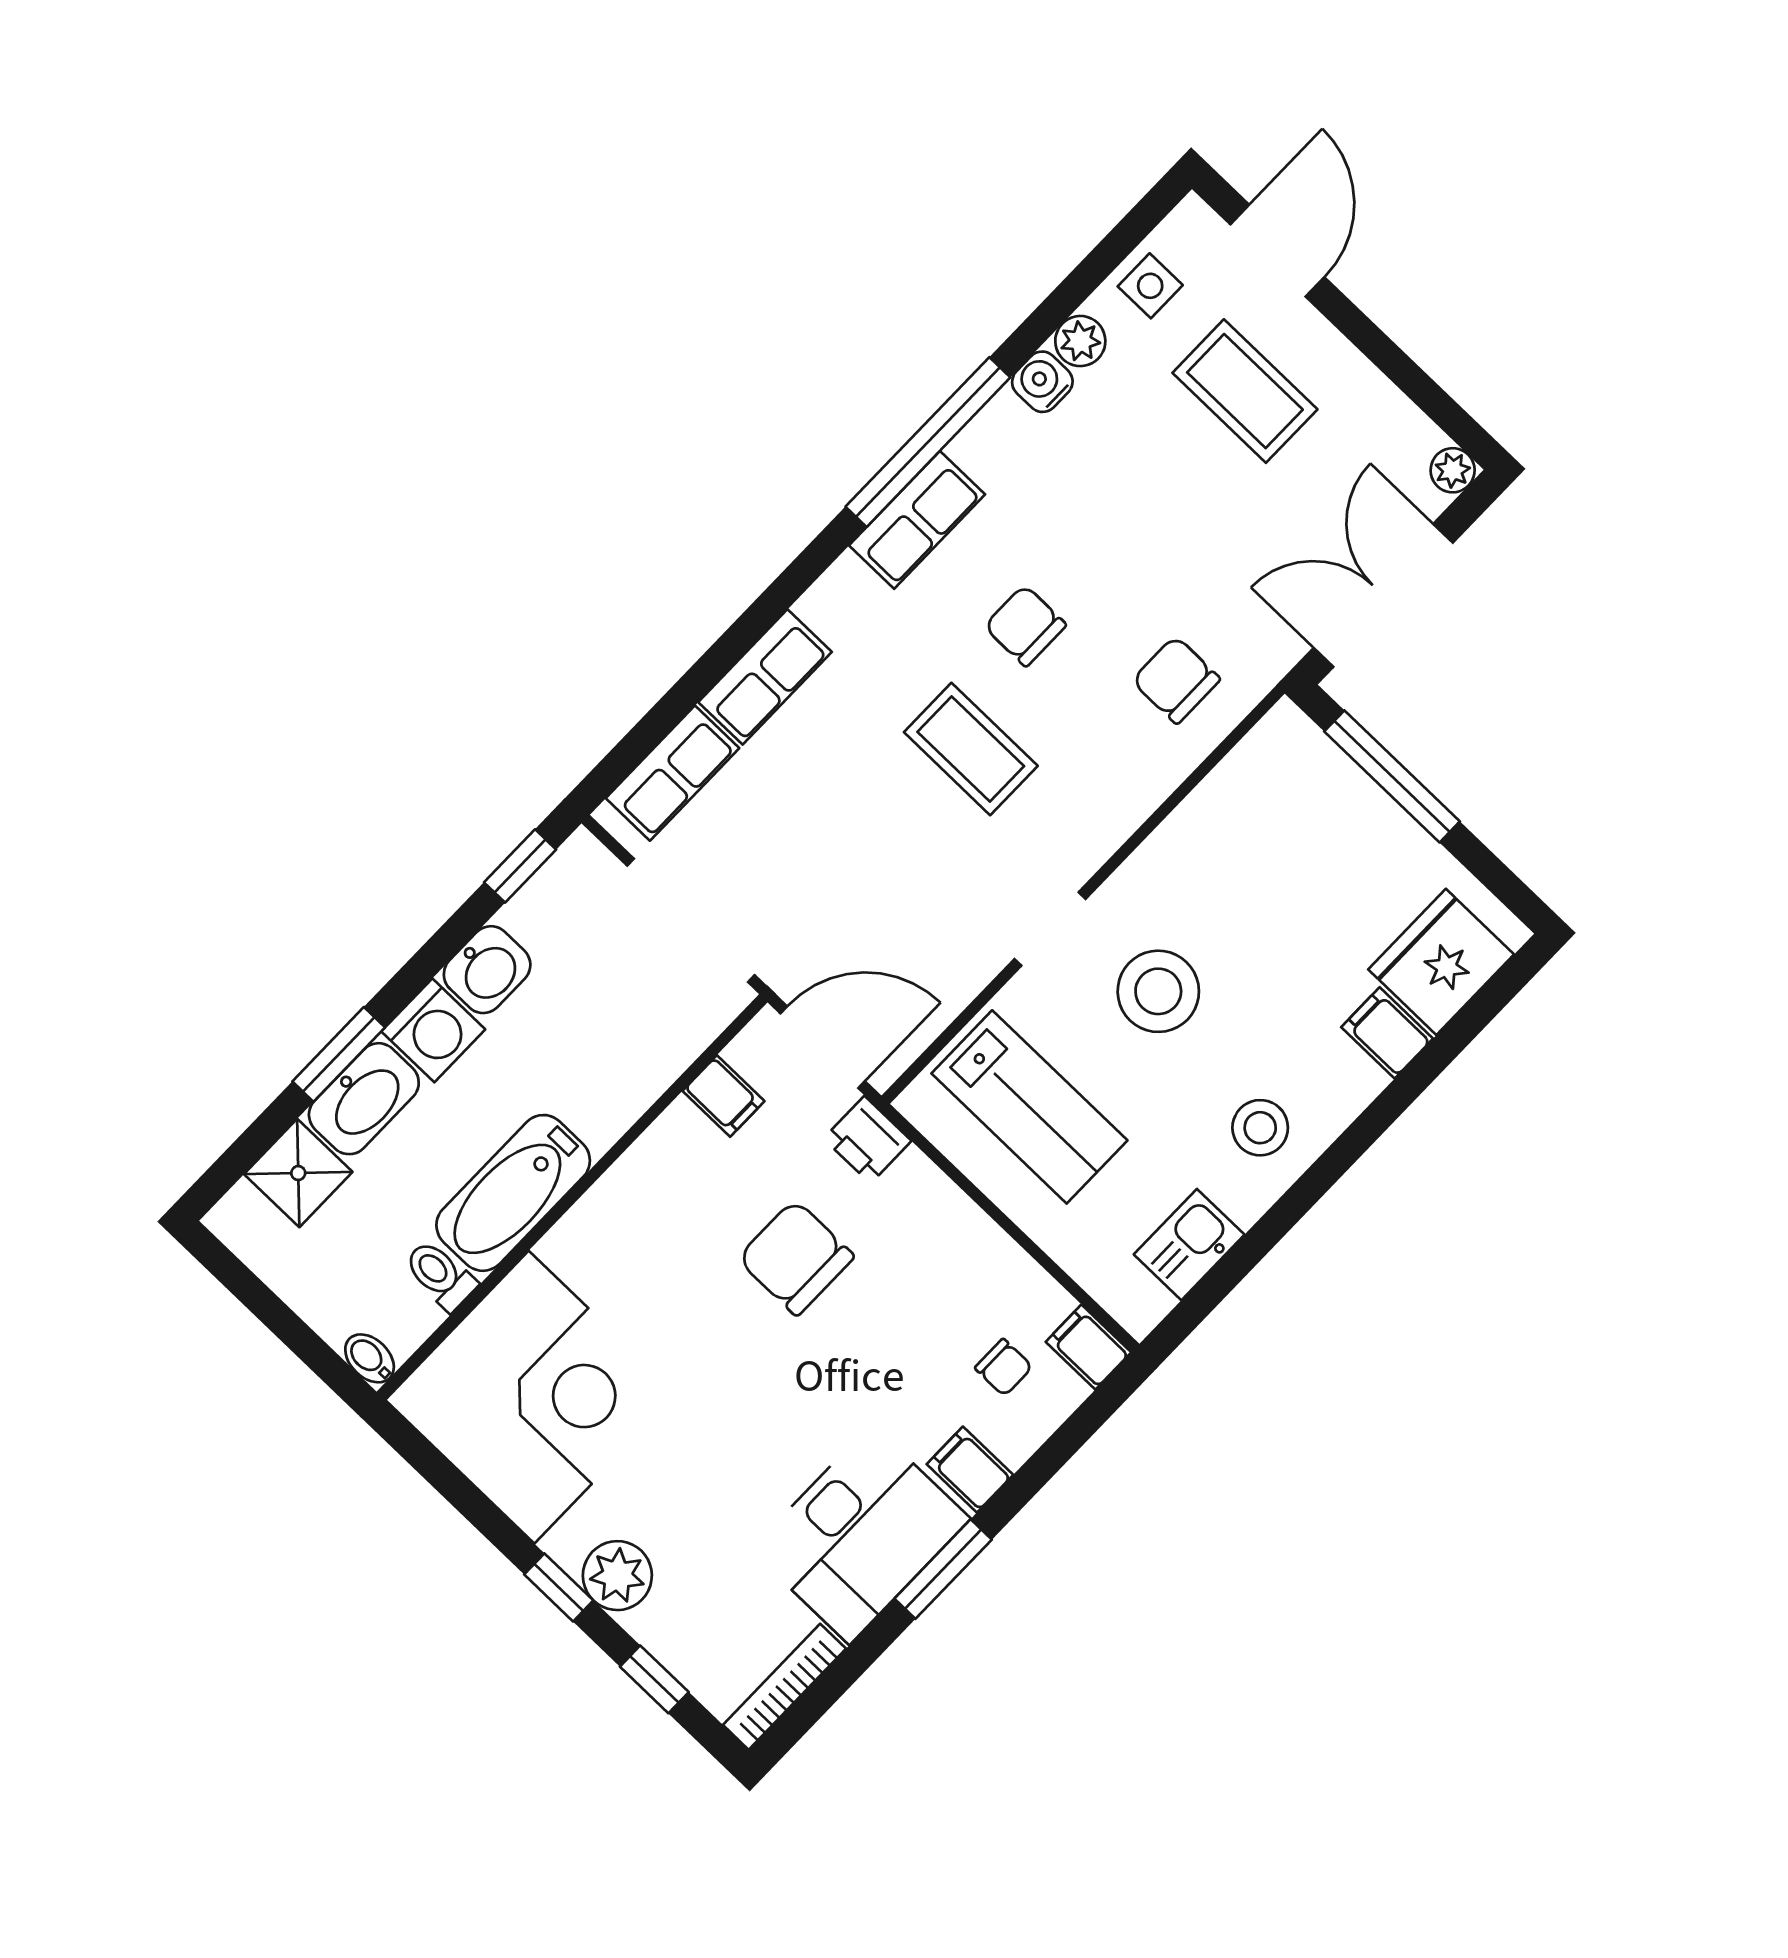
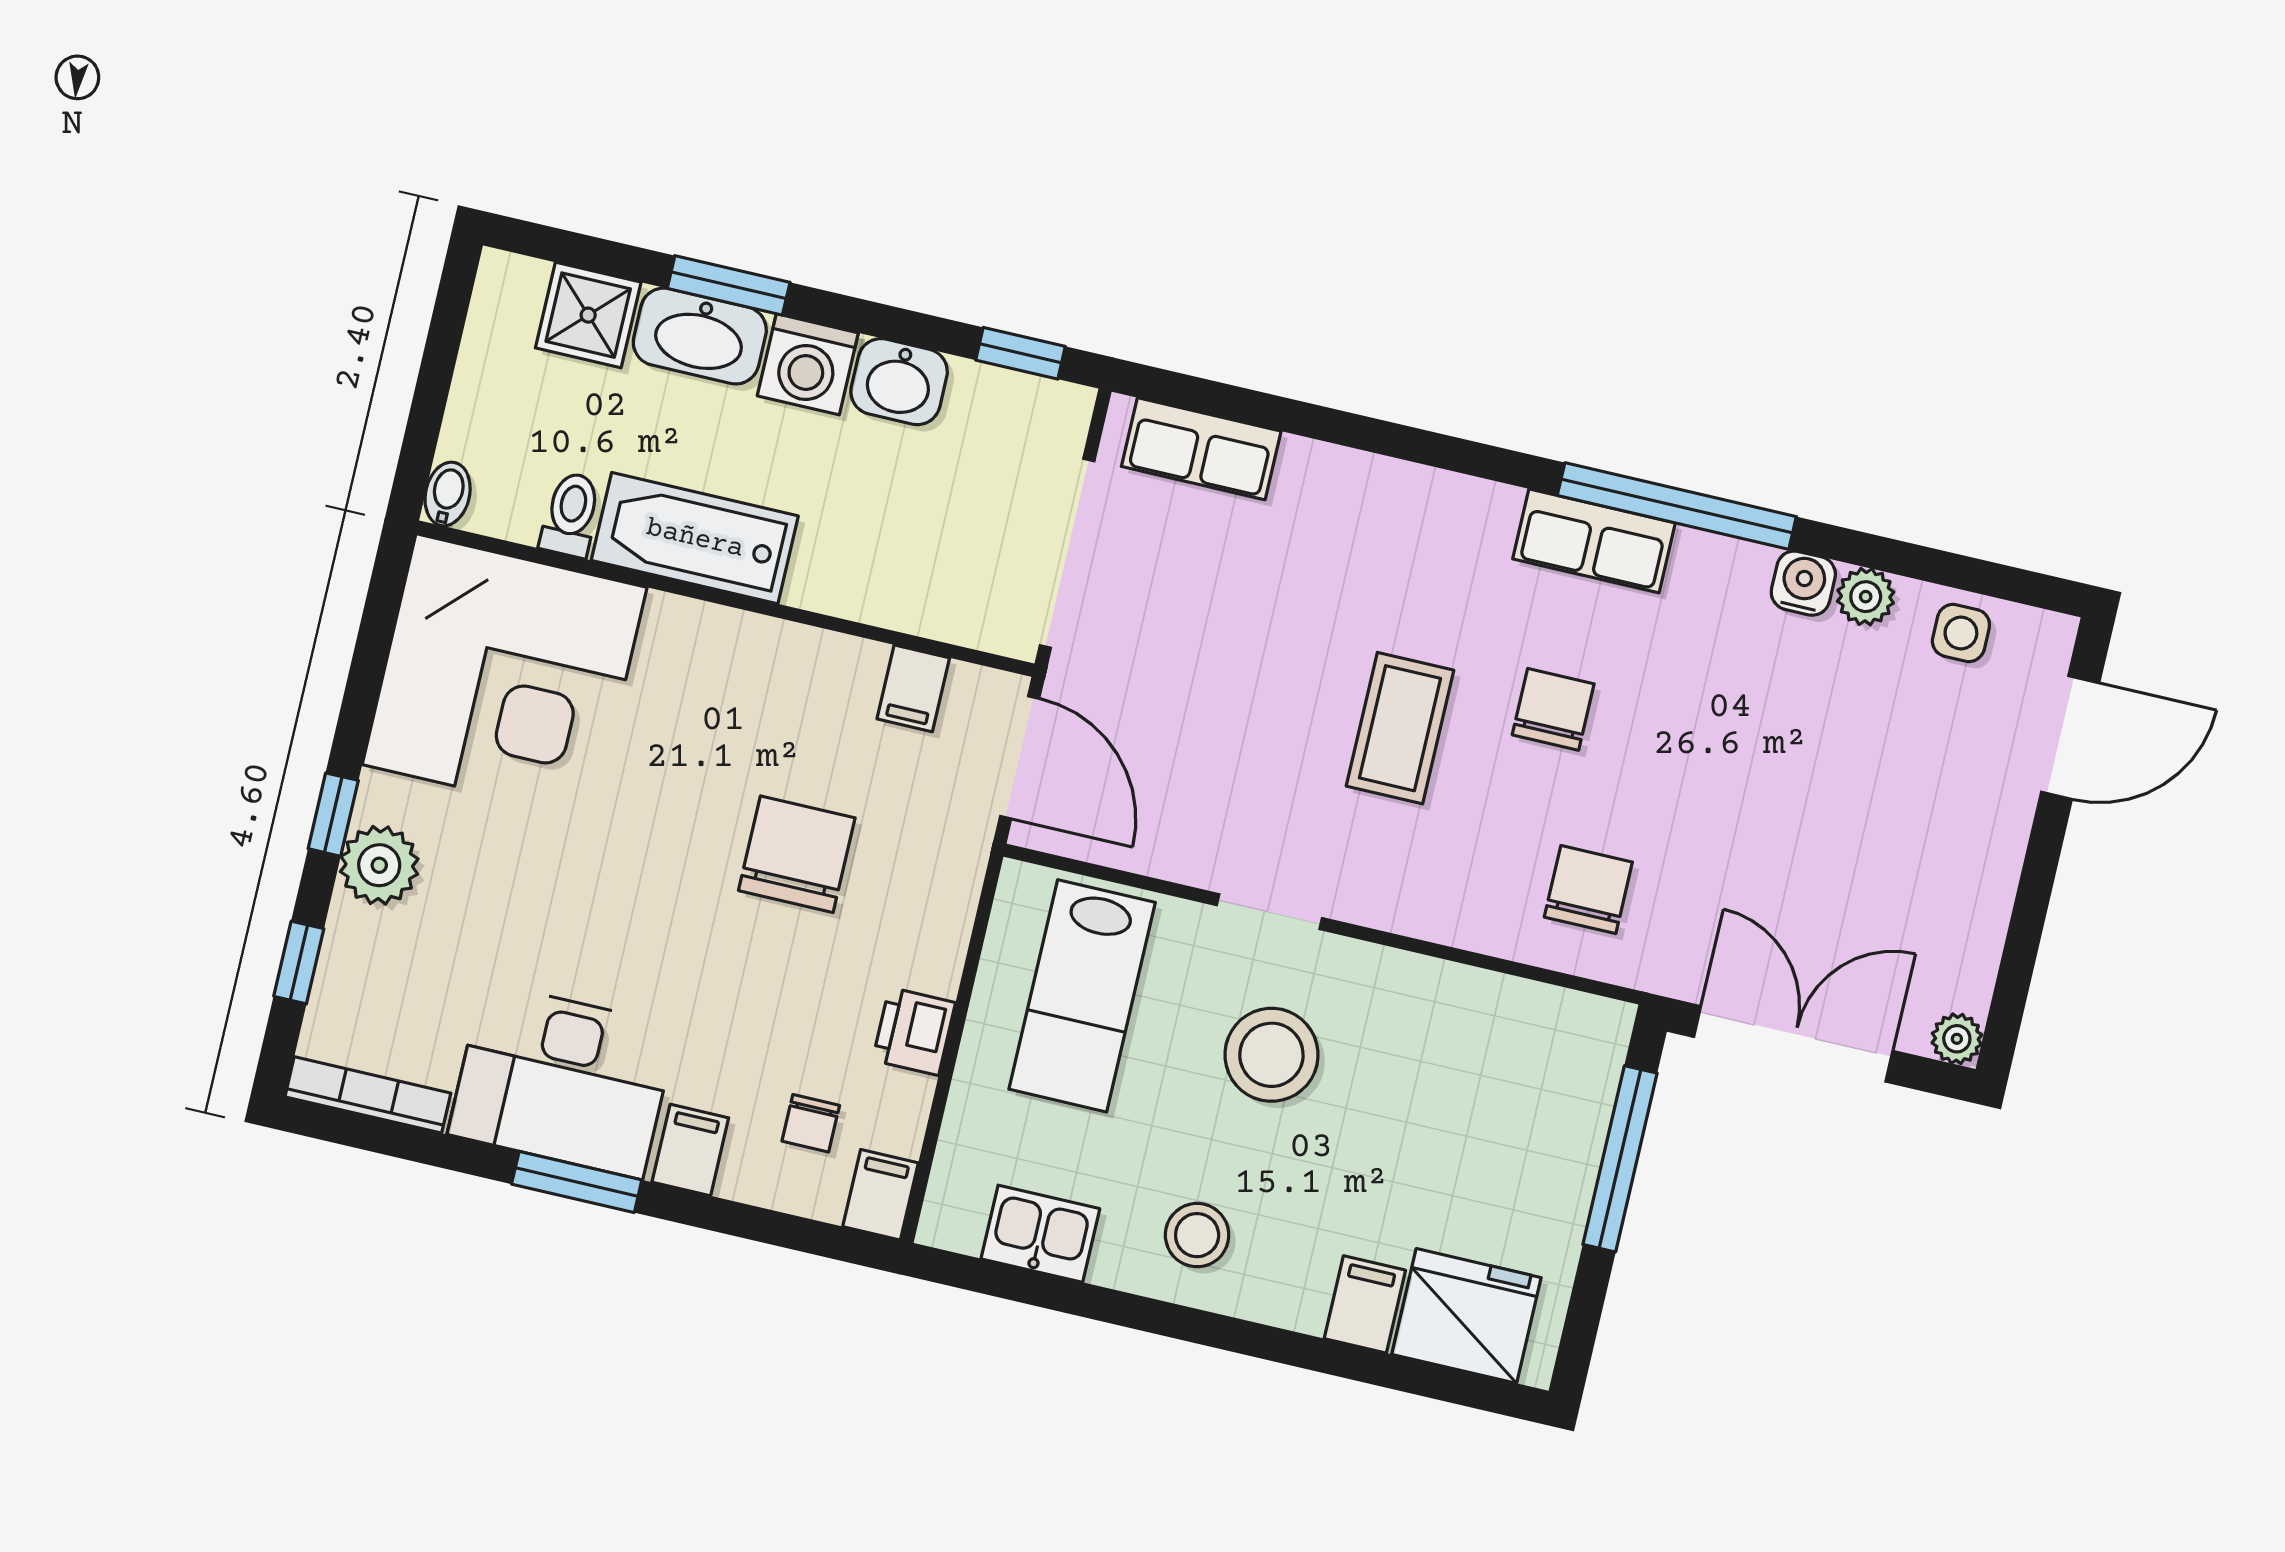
coffee table: (1245, 391) -> (1913, 788), removed
row of seats: (765, 677) -> (1350, 483), removed
printer: (867, 1140) -> (914, 1031), moved

